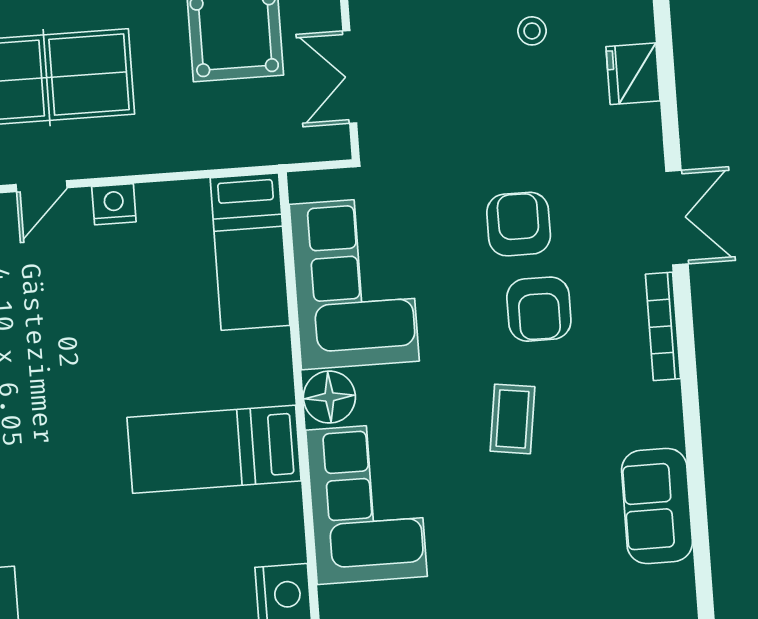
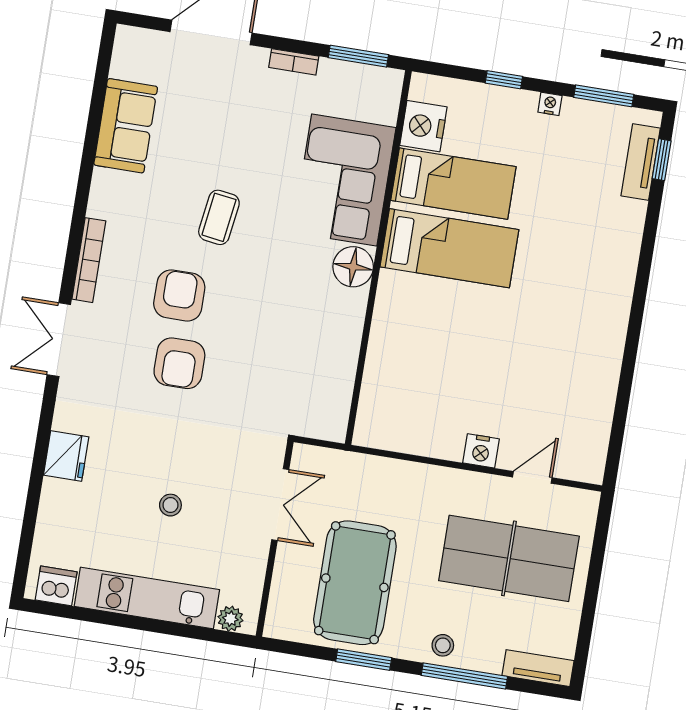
stool: (532, 31) -> (170, 505), moved
bed: (250, 252) -> (453, 184), moved, turned 90
corner sofa: (354, 283) -> (314, 348), removed

